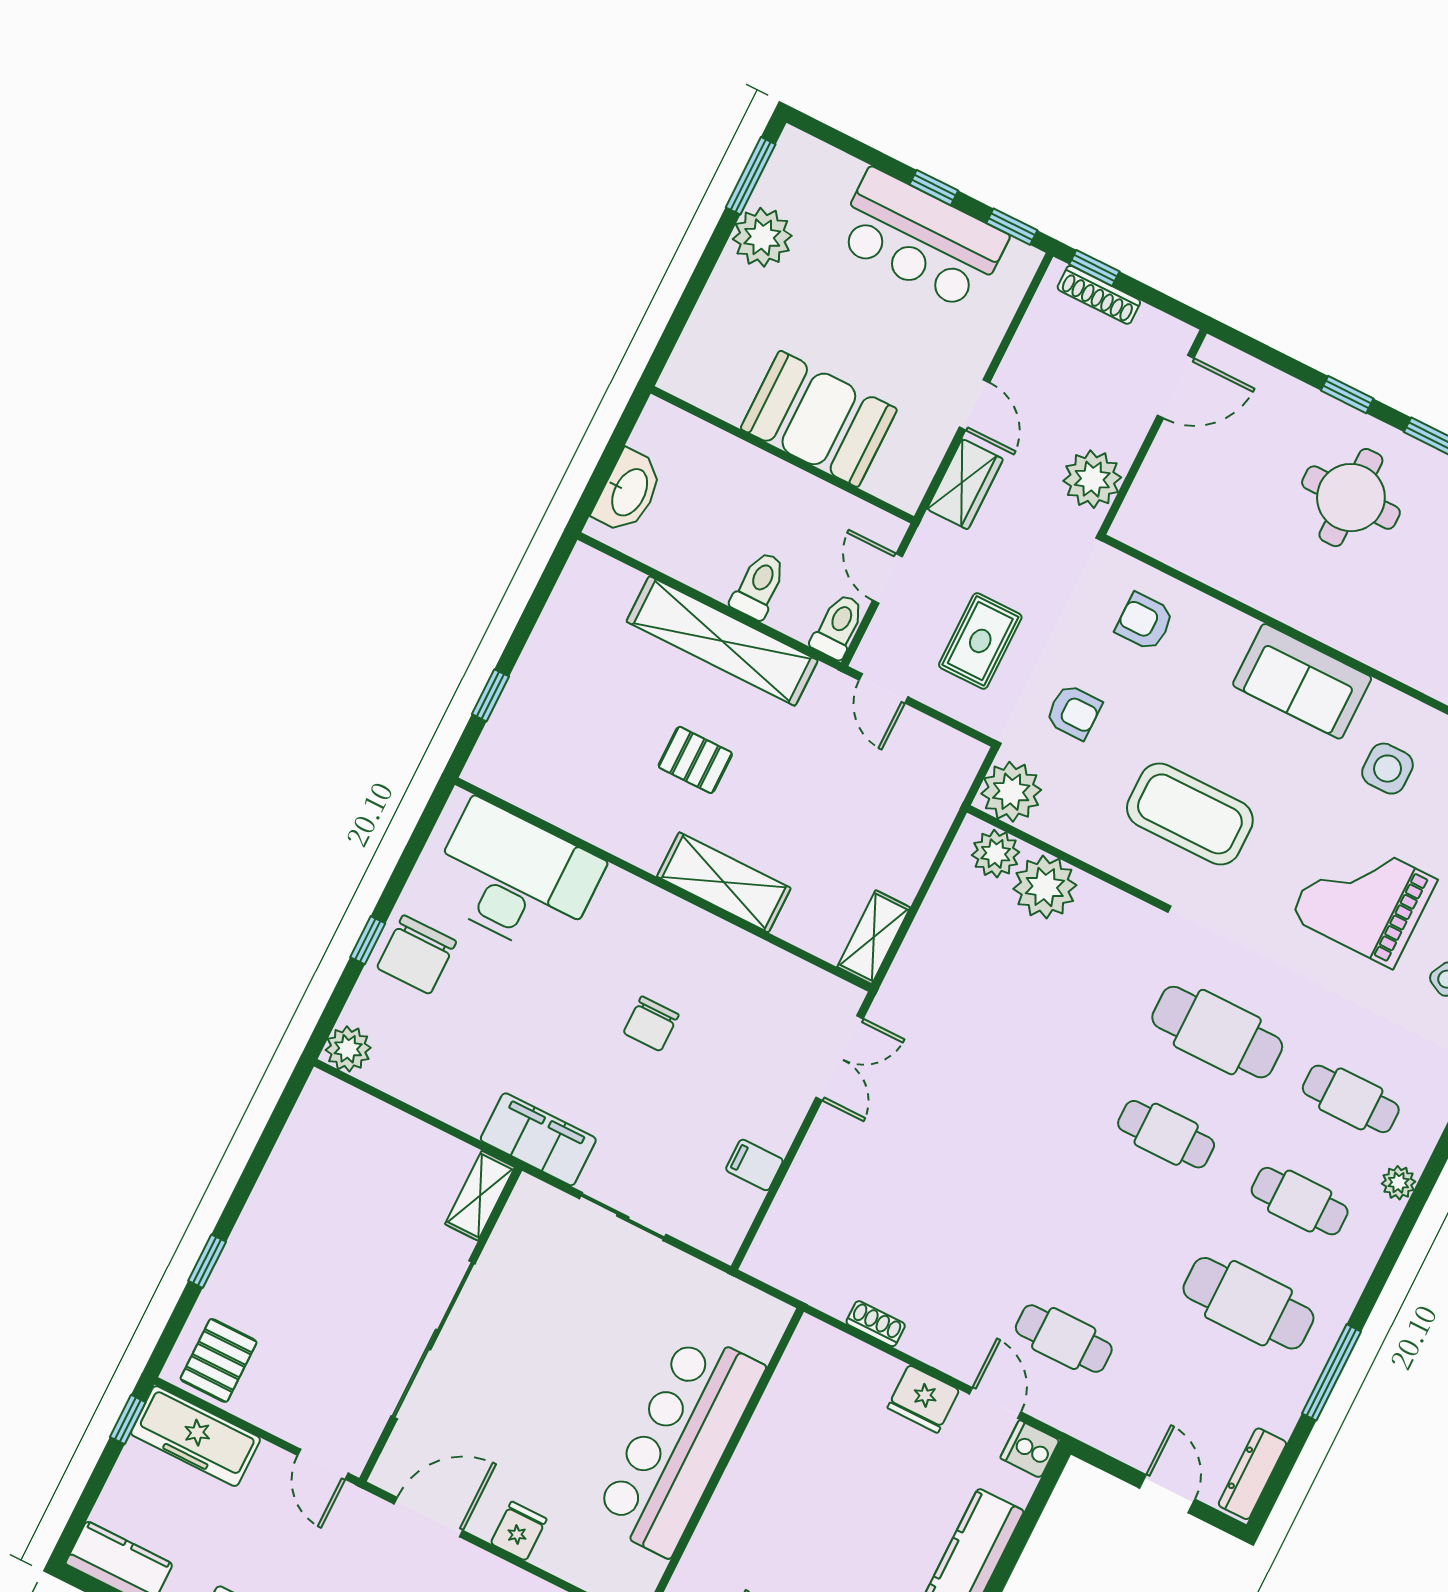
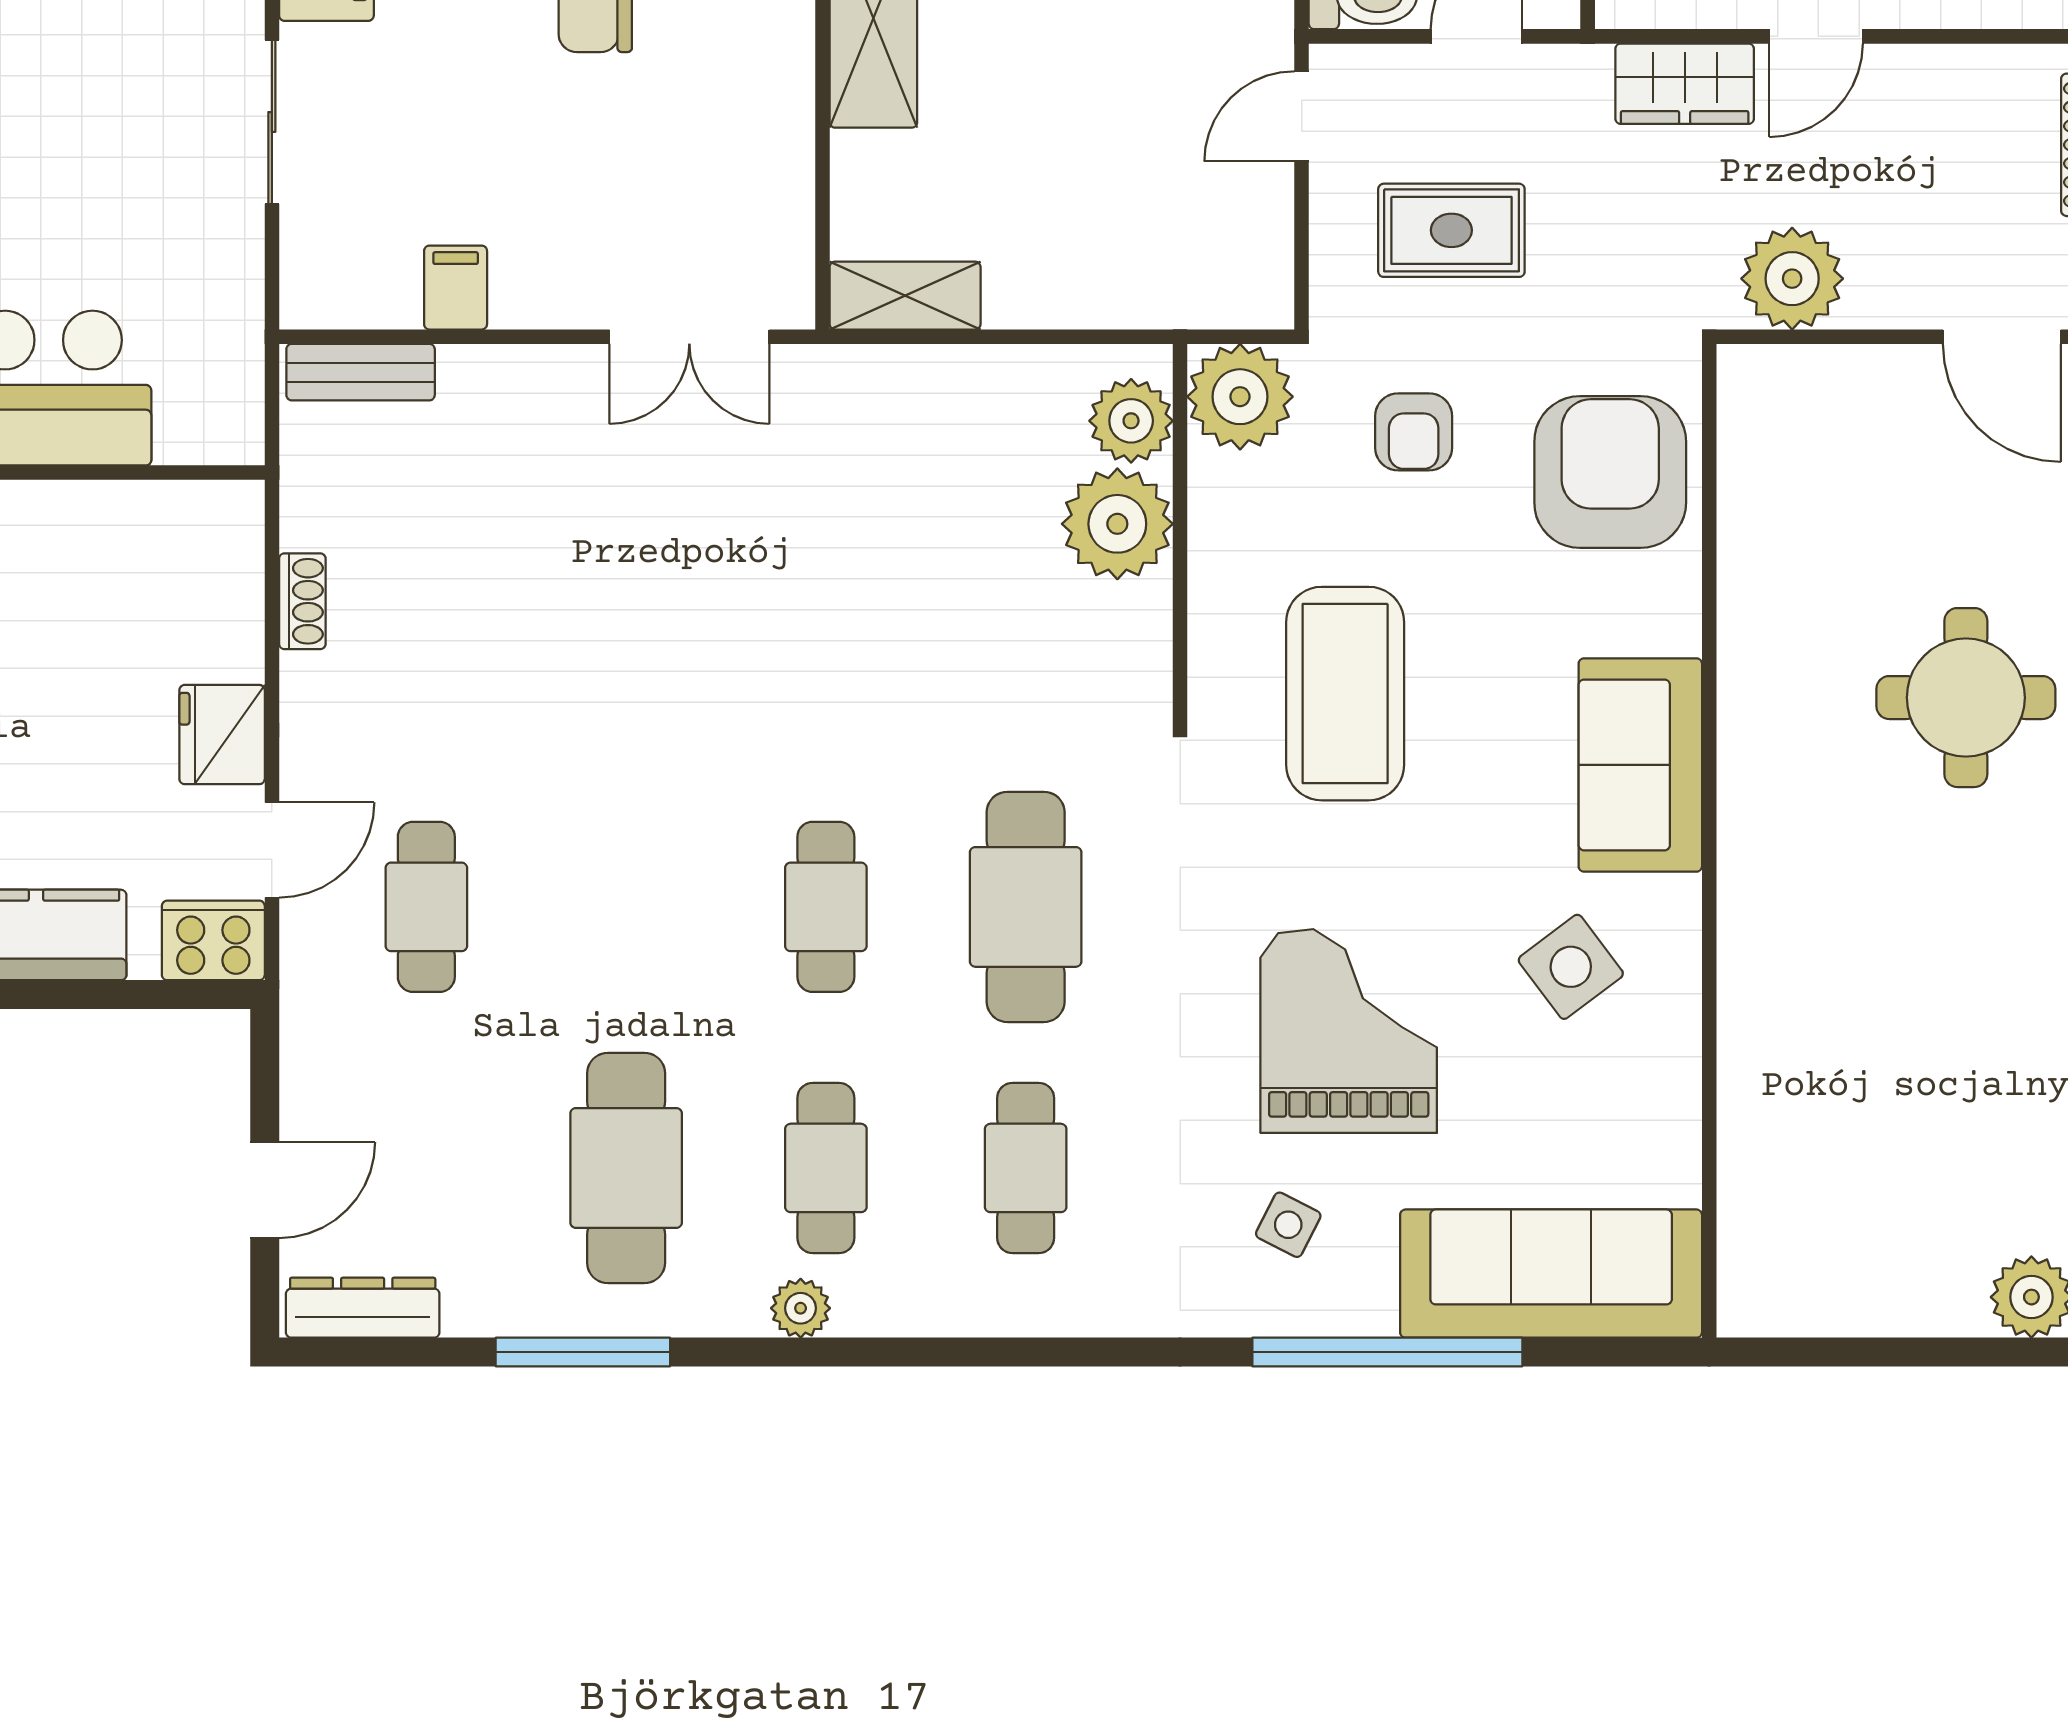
armchair: (1145, 622) -> (1610, 472), width x1.88, depth x1.88
side table: (1387, 769) -> (1571, 967), turned -37
plant: (1399, 1183) -> (801, 1308), moved
bench: (773, 1235) -> (361, 372), added
cooker: (1030, 1449) -> (213, 940), width x1.36

